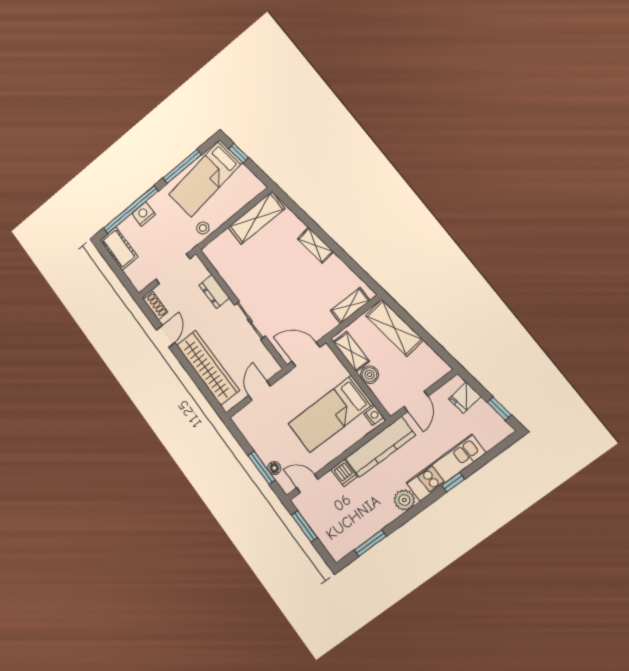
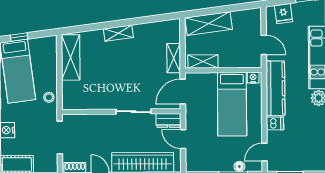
dresser: (214, 292) -> (168, 120), moved
shelving: (350, 305) -> (174, 58), moved
boiler: (369, 375) -> (226, 61), removed

